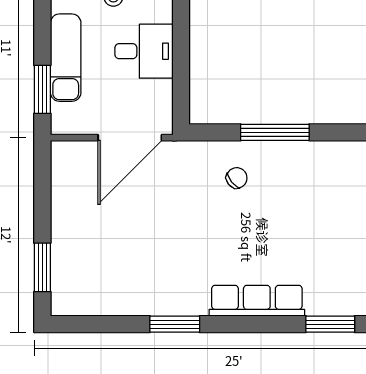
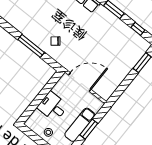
window: (42, 89) -> (89, 129), moved
window: (101, 324) -> (138, 29), added

